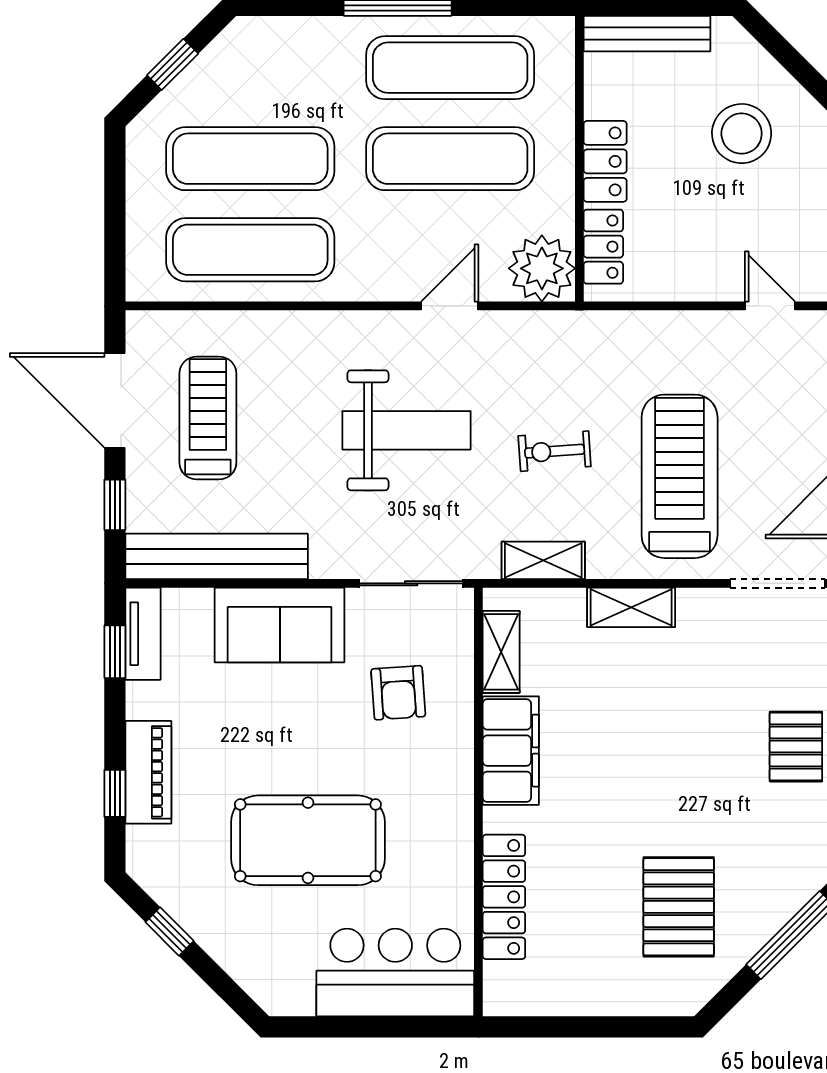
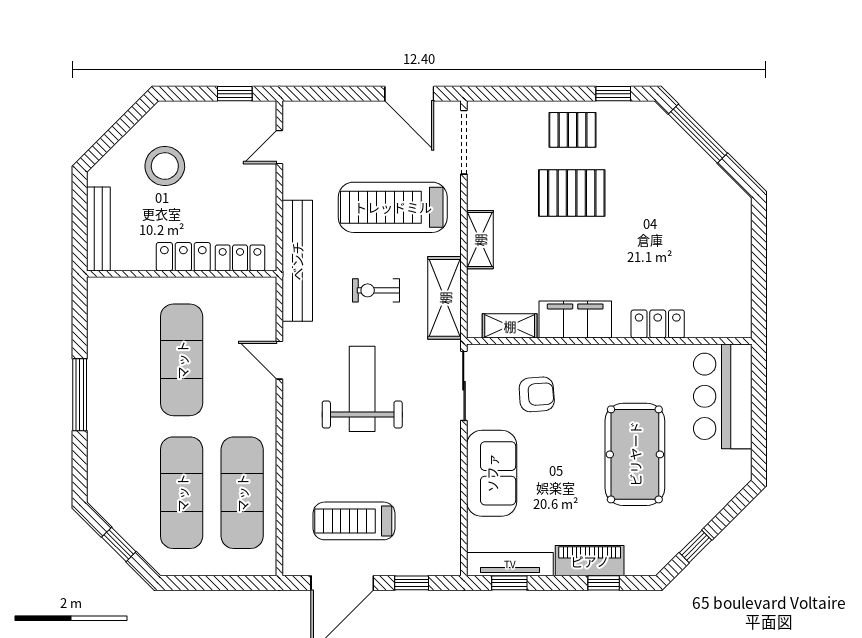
exercise mat: (450, 68) -> (121, 360), removed
plant: (542, 268) -> (255, 299), removed
exercise bike: (555, 451) -> (376, 290), turned 94
bench: (217, 556) -> (297, 261), moved
shelving: (543, 560) -> (445, 298), width x1.50, depth x1.33
tv unit: (143, 634) -> (510, 564), width x1.41
locker: (504, 897) -> (658, 324), width x0.66
pallet: (679, 907) -> (572, 193), moved

